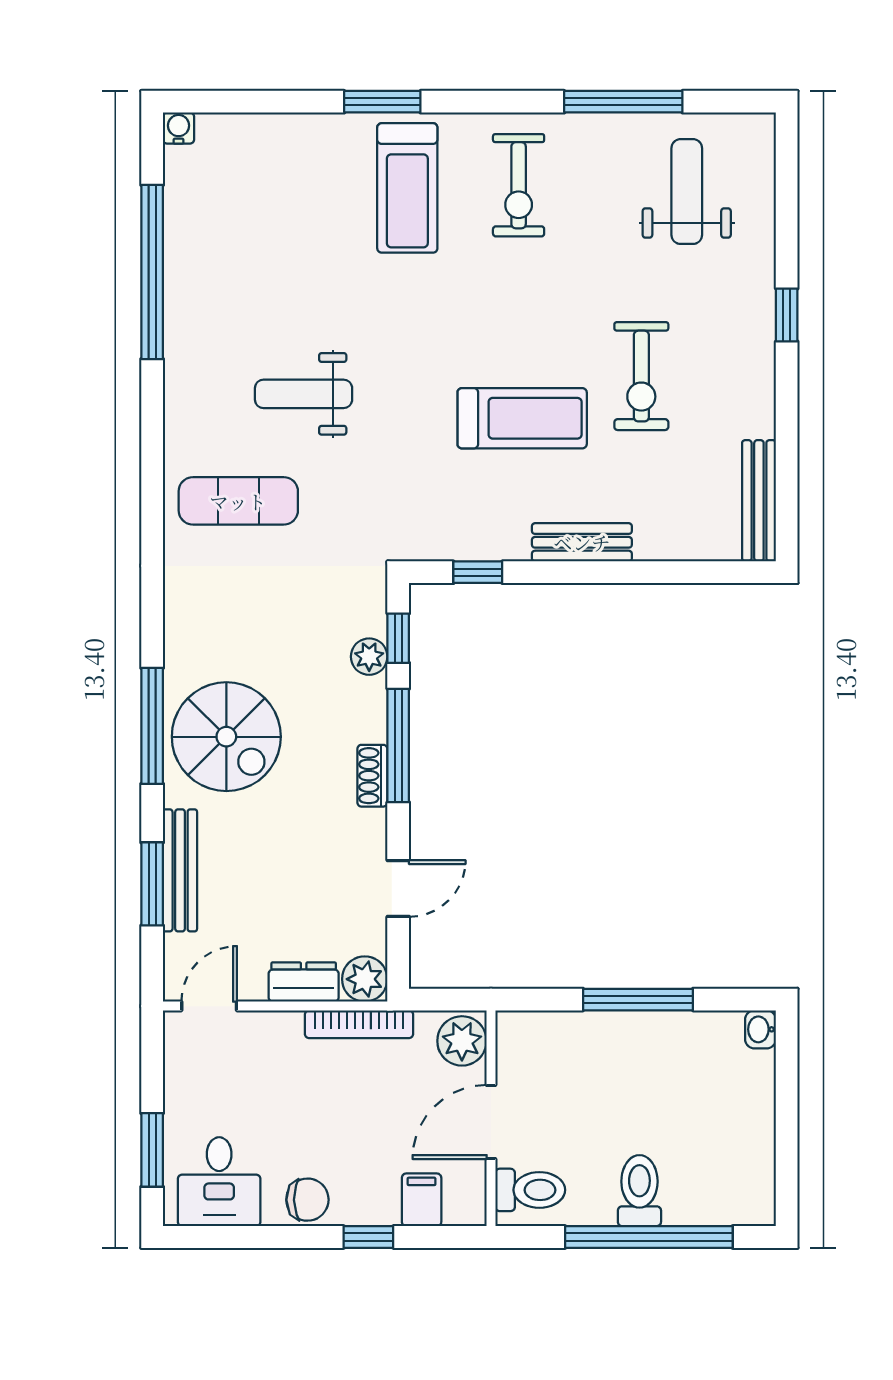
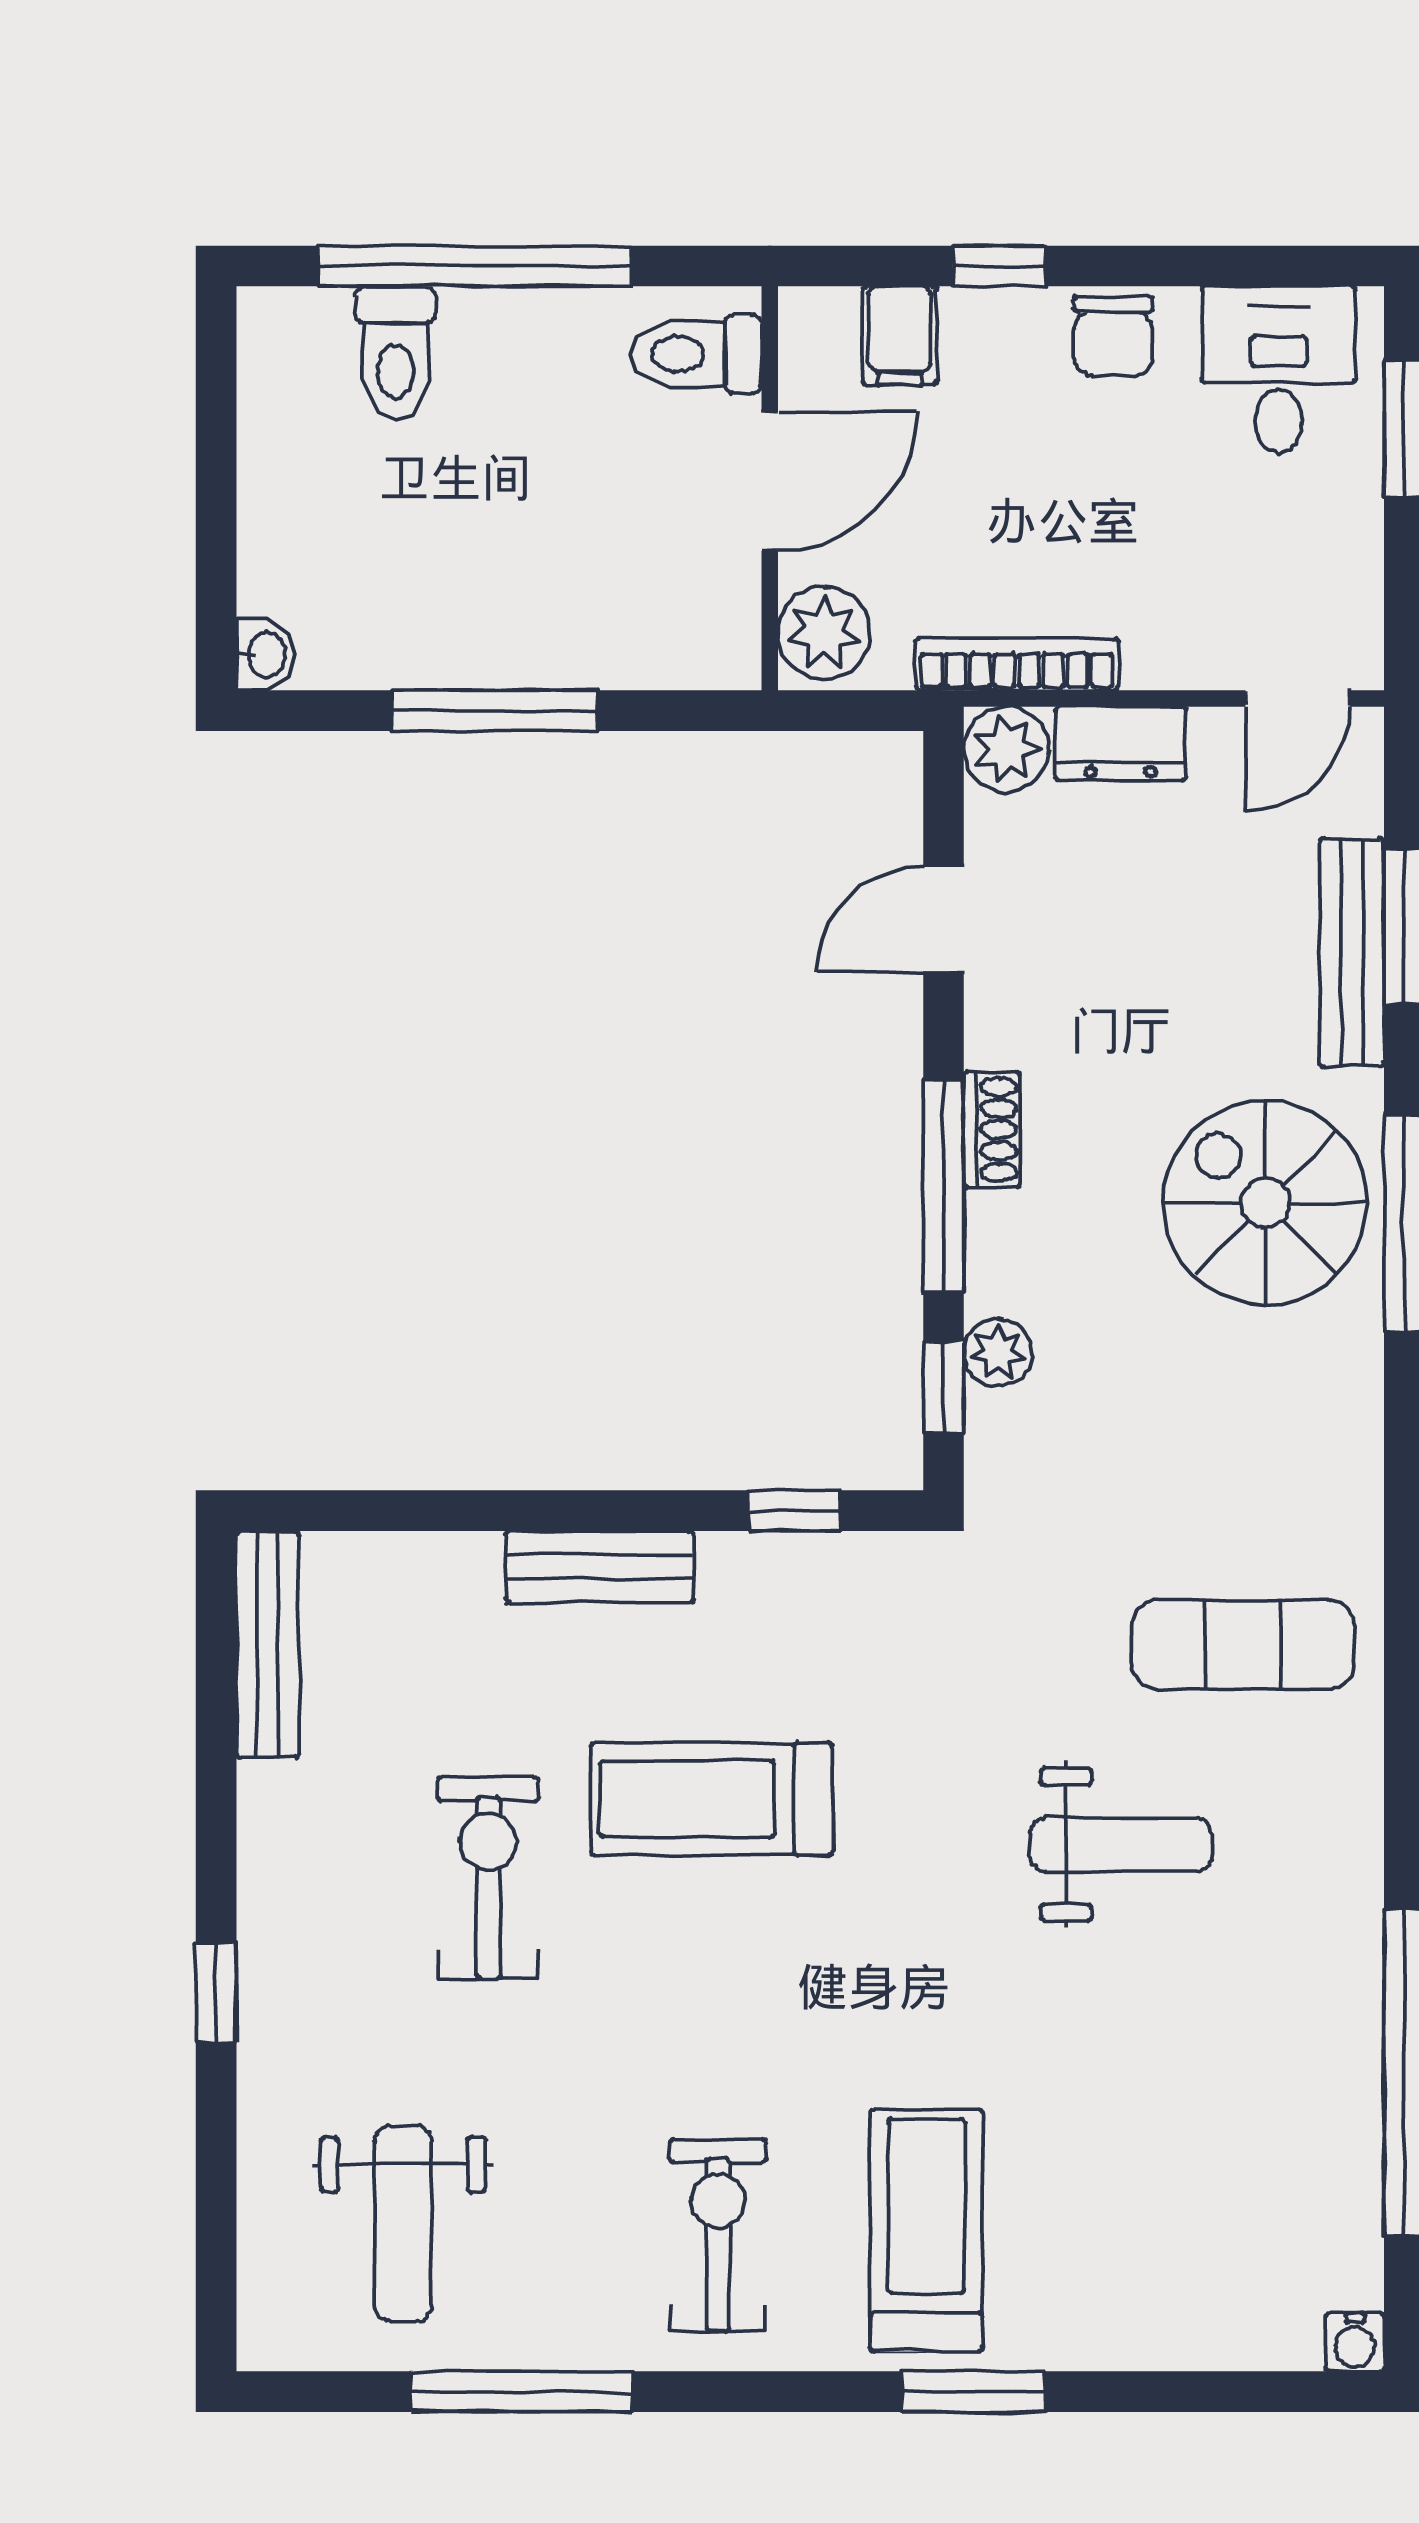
toilet: (639, 1191) -> (395, 353), moved
chair: (307, 1200) -> (1113, 336), turned -89

